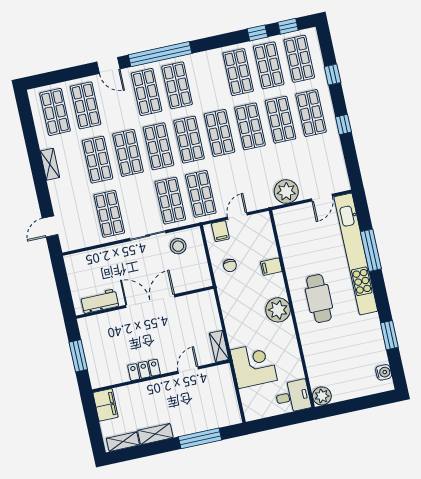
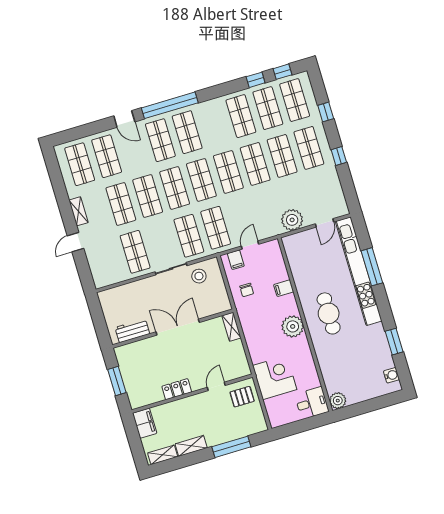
door: (50, 226) -> (75, 242), moved
shelving: (219, 346) -> (231, 327), moved
pallet: (216, 384) -> (242, 397), added

